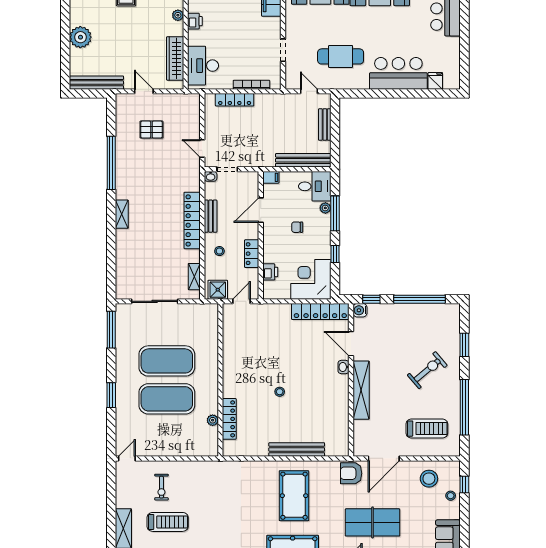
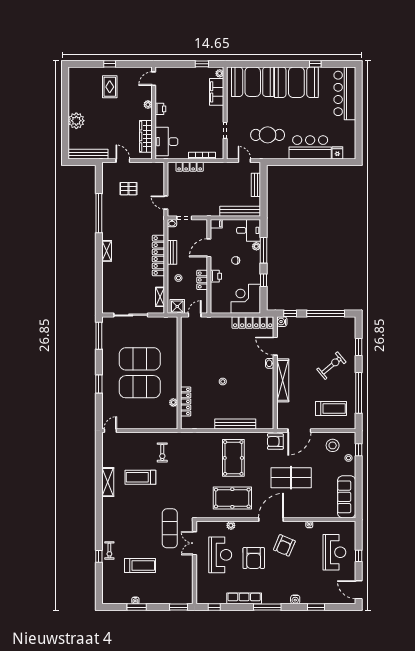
printer: (270, 272) -> (216, 276), moved
exercise bike: (161, 487) -> (162, 452), moved
treadmill: (168, 522) -> (140, 477), turned 180

